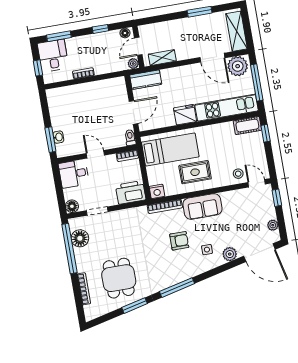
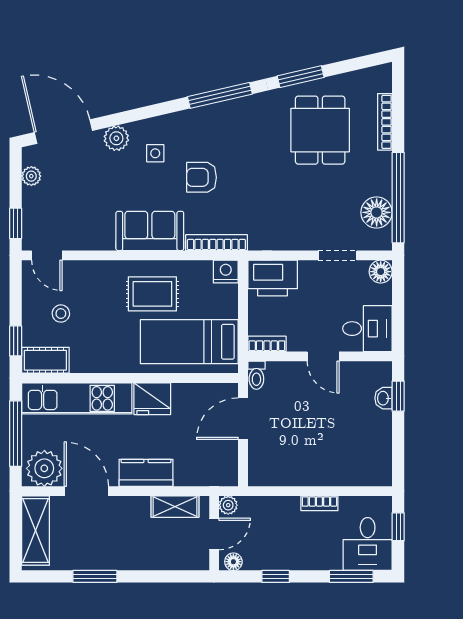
kitchen counter: (146, 80) -> (146, 473), moved
window: (50, 140) -> (398, 396), width x0.67
stool: (238, 174) -> (61, 314), moved

